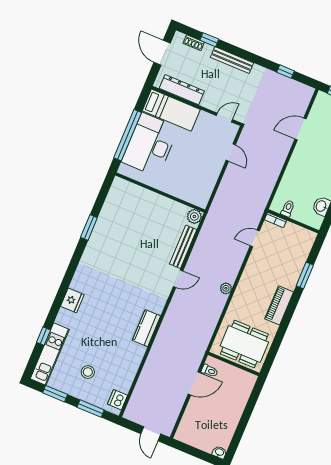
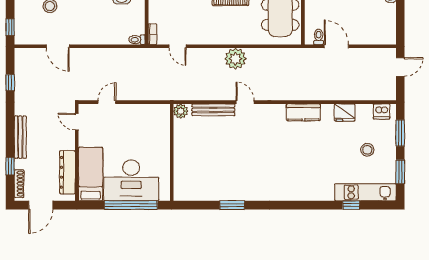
shoe rack: (194, 43) -> (19, 184), width x1.43
toilet: (288, 209) -> (137, 40), moved
plant: (226, 288) -> (235, 59), width x1.88, depth x1.88
fridge: (72, 300) -> (345, 113), moved, turned 180

